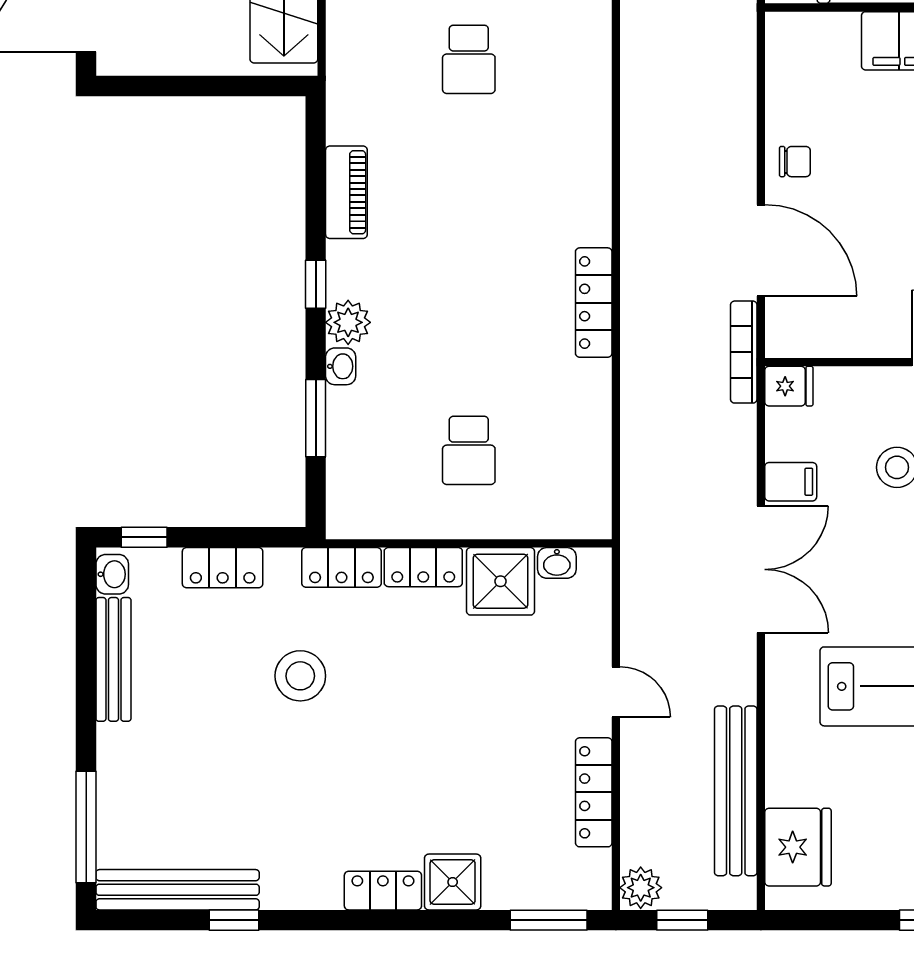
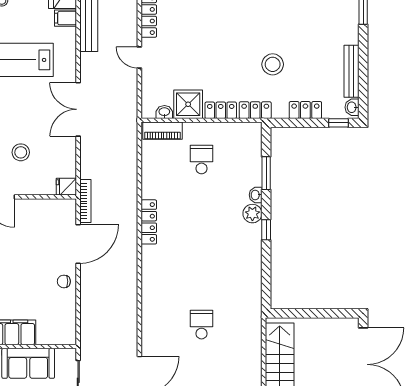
piano: (346, 192) -> (162, 131), moved, turned -90
door: (761, 250) -> (78, 244), swing flipped
filing cabinet: (791, 482) -> (66, 18), moved

